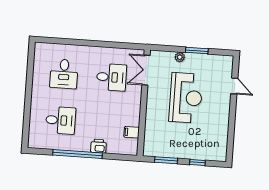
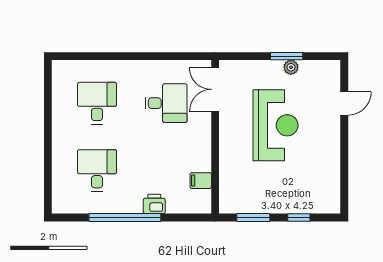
plant: (180, 57) -> (291, 67), moved
desk: (64, 74) -> (97, 103), turned 180
door: (234, 86) -> (344, 103), hinge flipped
desk: (61, 120) -> (97, 170), turned -90

